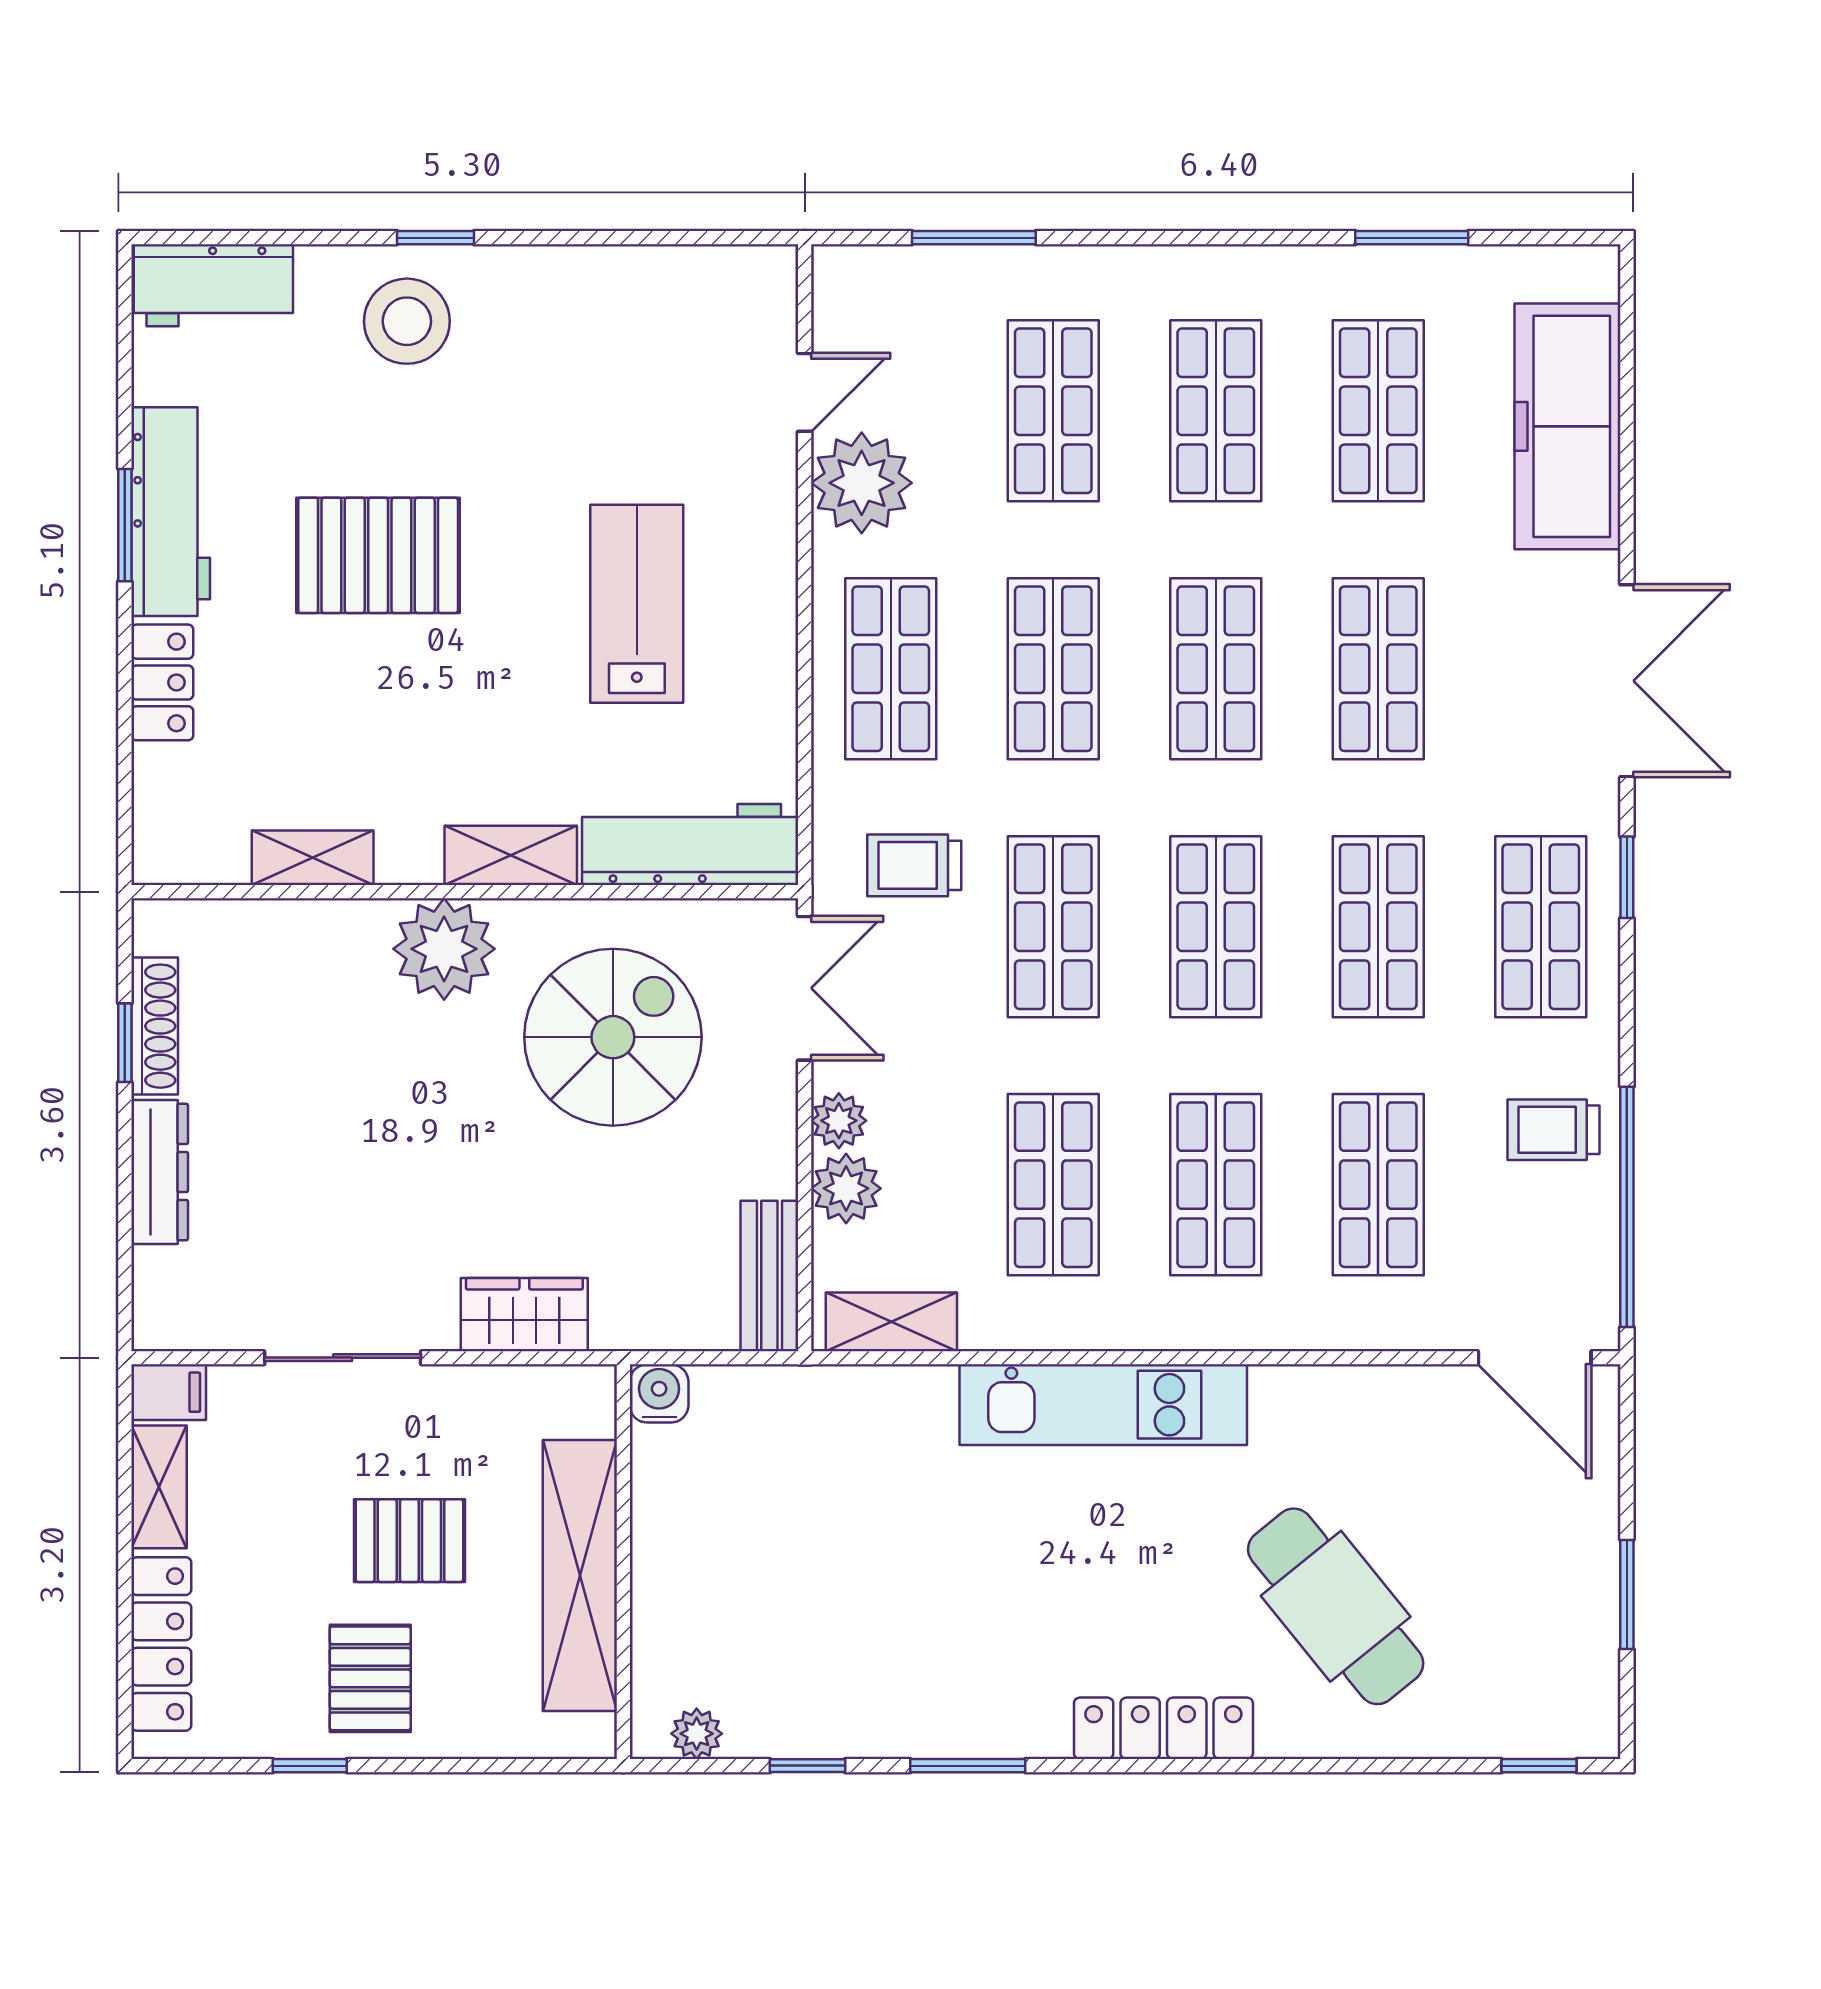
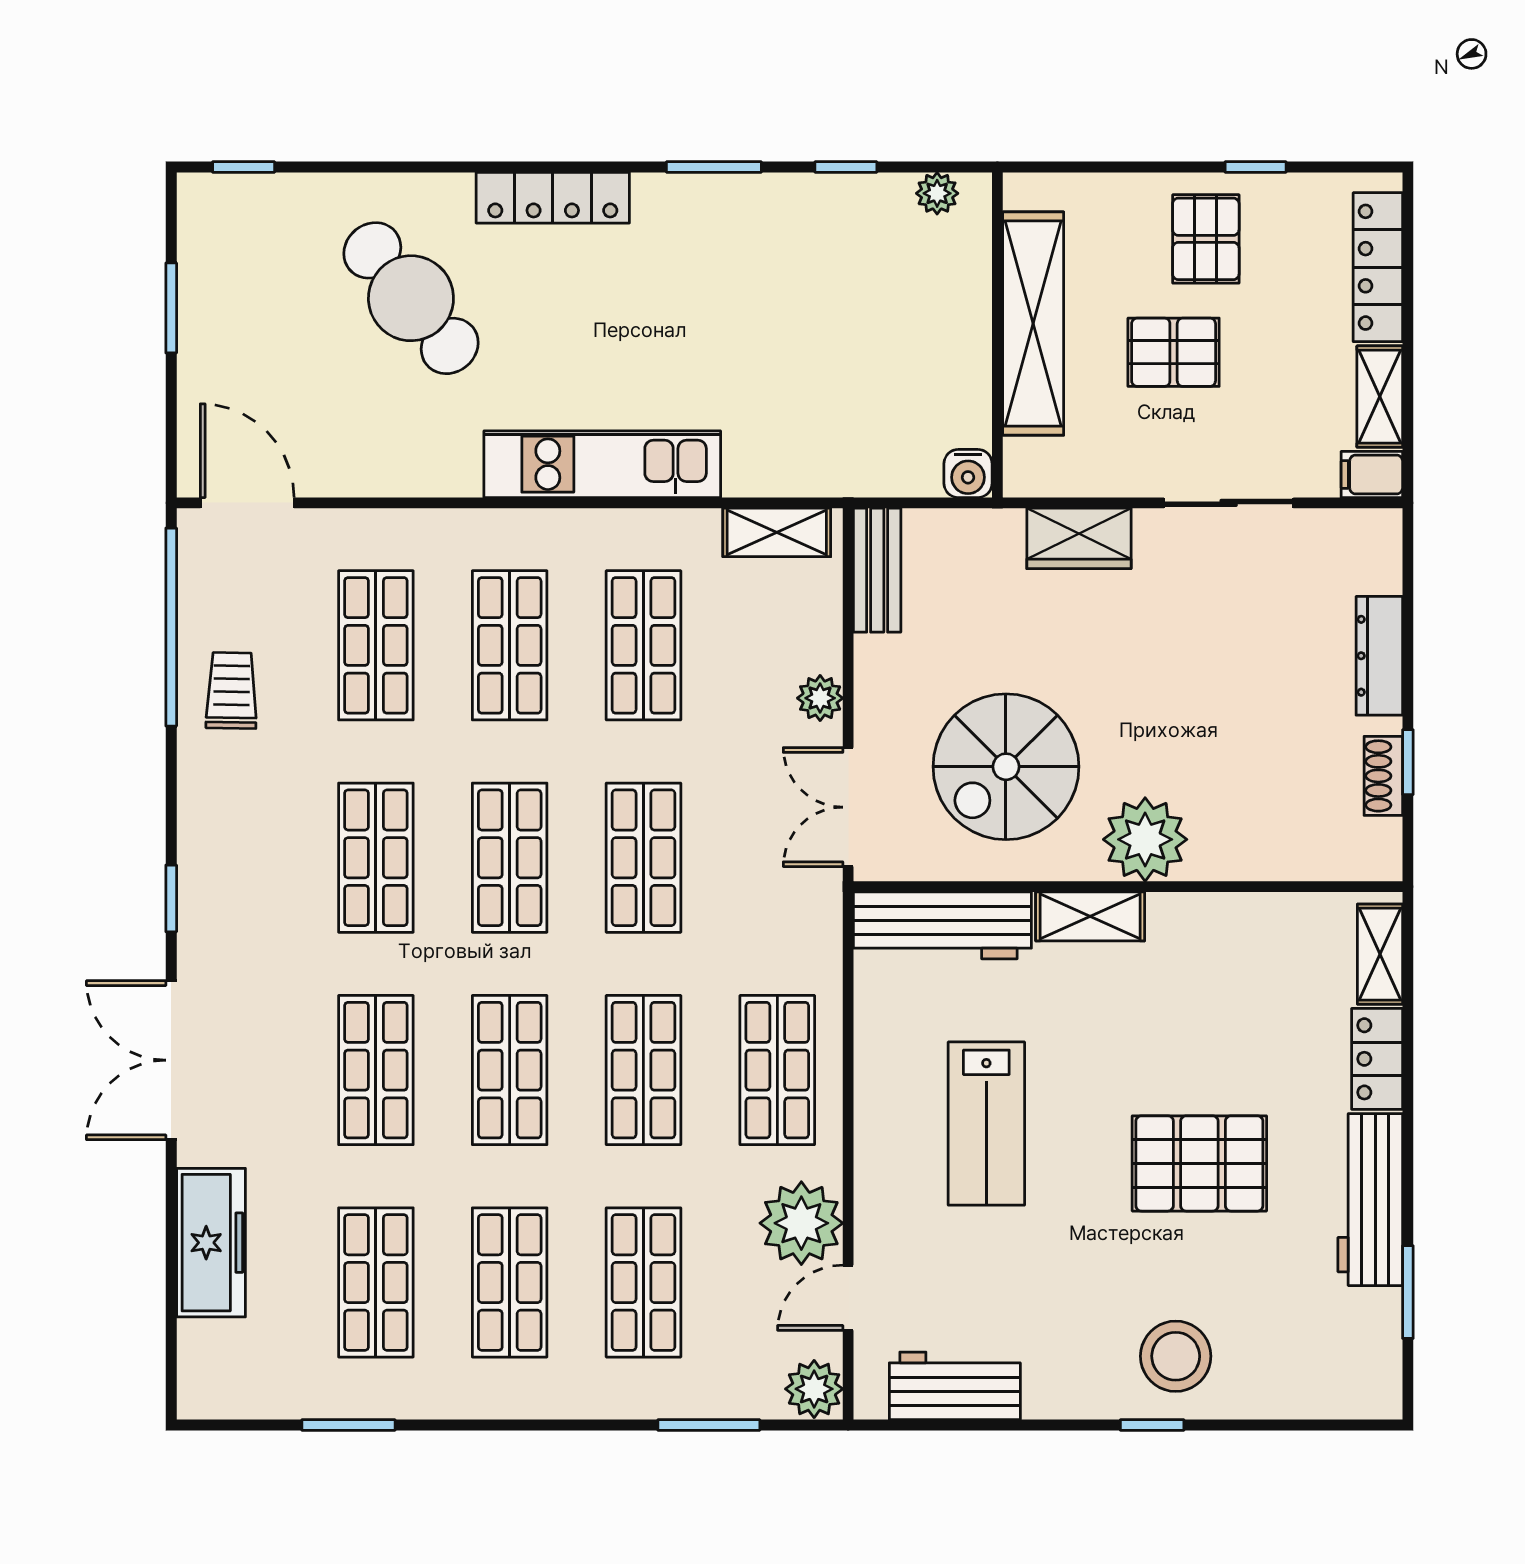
workbench: (213, 285) -> (955, 1386), moved
freezer: (1568, 426) -> (211, 1243), width x0.73, depth x0.79
window: (125, 525) -> (1408, 1292), moved
shelving: (313, 858) -> (1380, 954), moved, turned 90
trolley: (914, 865) -> (758, 908), removed
shop shelf: (1541, 927) -> (242, 858), removed
shoe rack: (155, 1026) -> (1383, 776), width x0.70
trolley: (1554, 1130) -> (232, 691), turned -89
plant: (846, 1188) -> (814, 1389), moved

